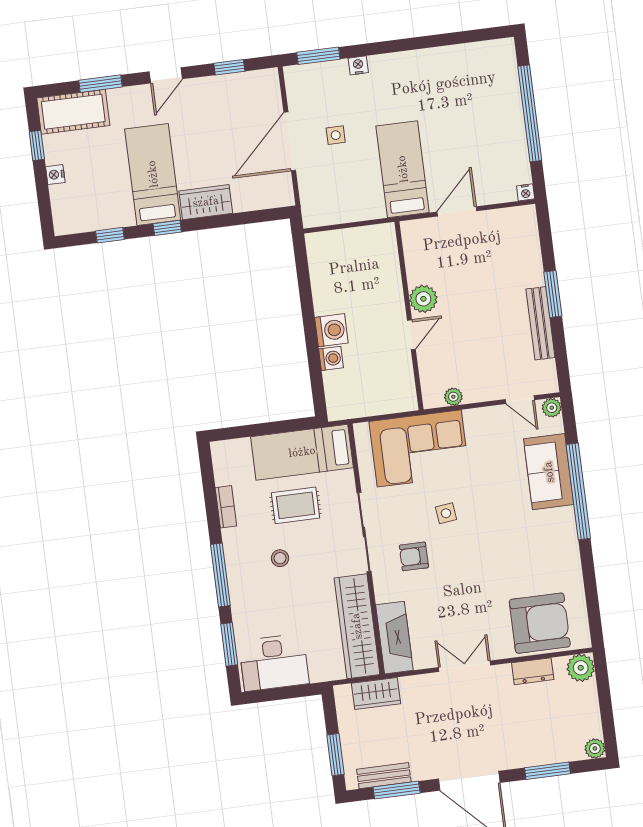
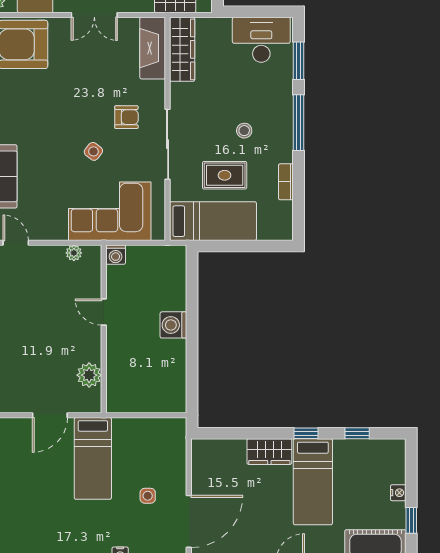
door: (290, 141) -> (189, 521), moved
plant: (423, 299) -> (89, 375), moved
door: (411, 335) -> (104, 312), hinge flipped
washing machine: (331, 358) -> (116, 255), moved, turned -90
side table: (446, 513) -> (93, 151), turned 45
wardrobe: (357, 626) -> (182, 49), width x0.71, depth x0.85

